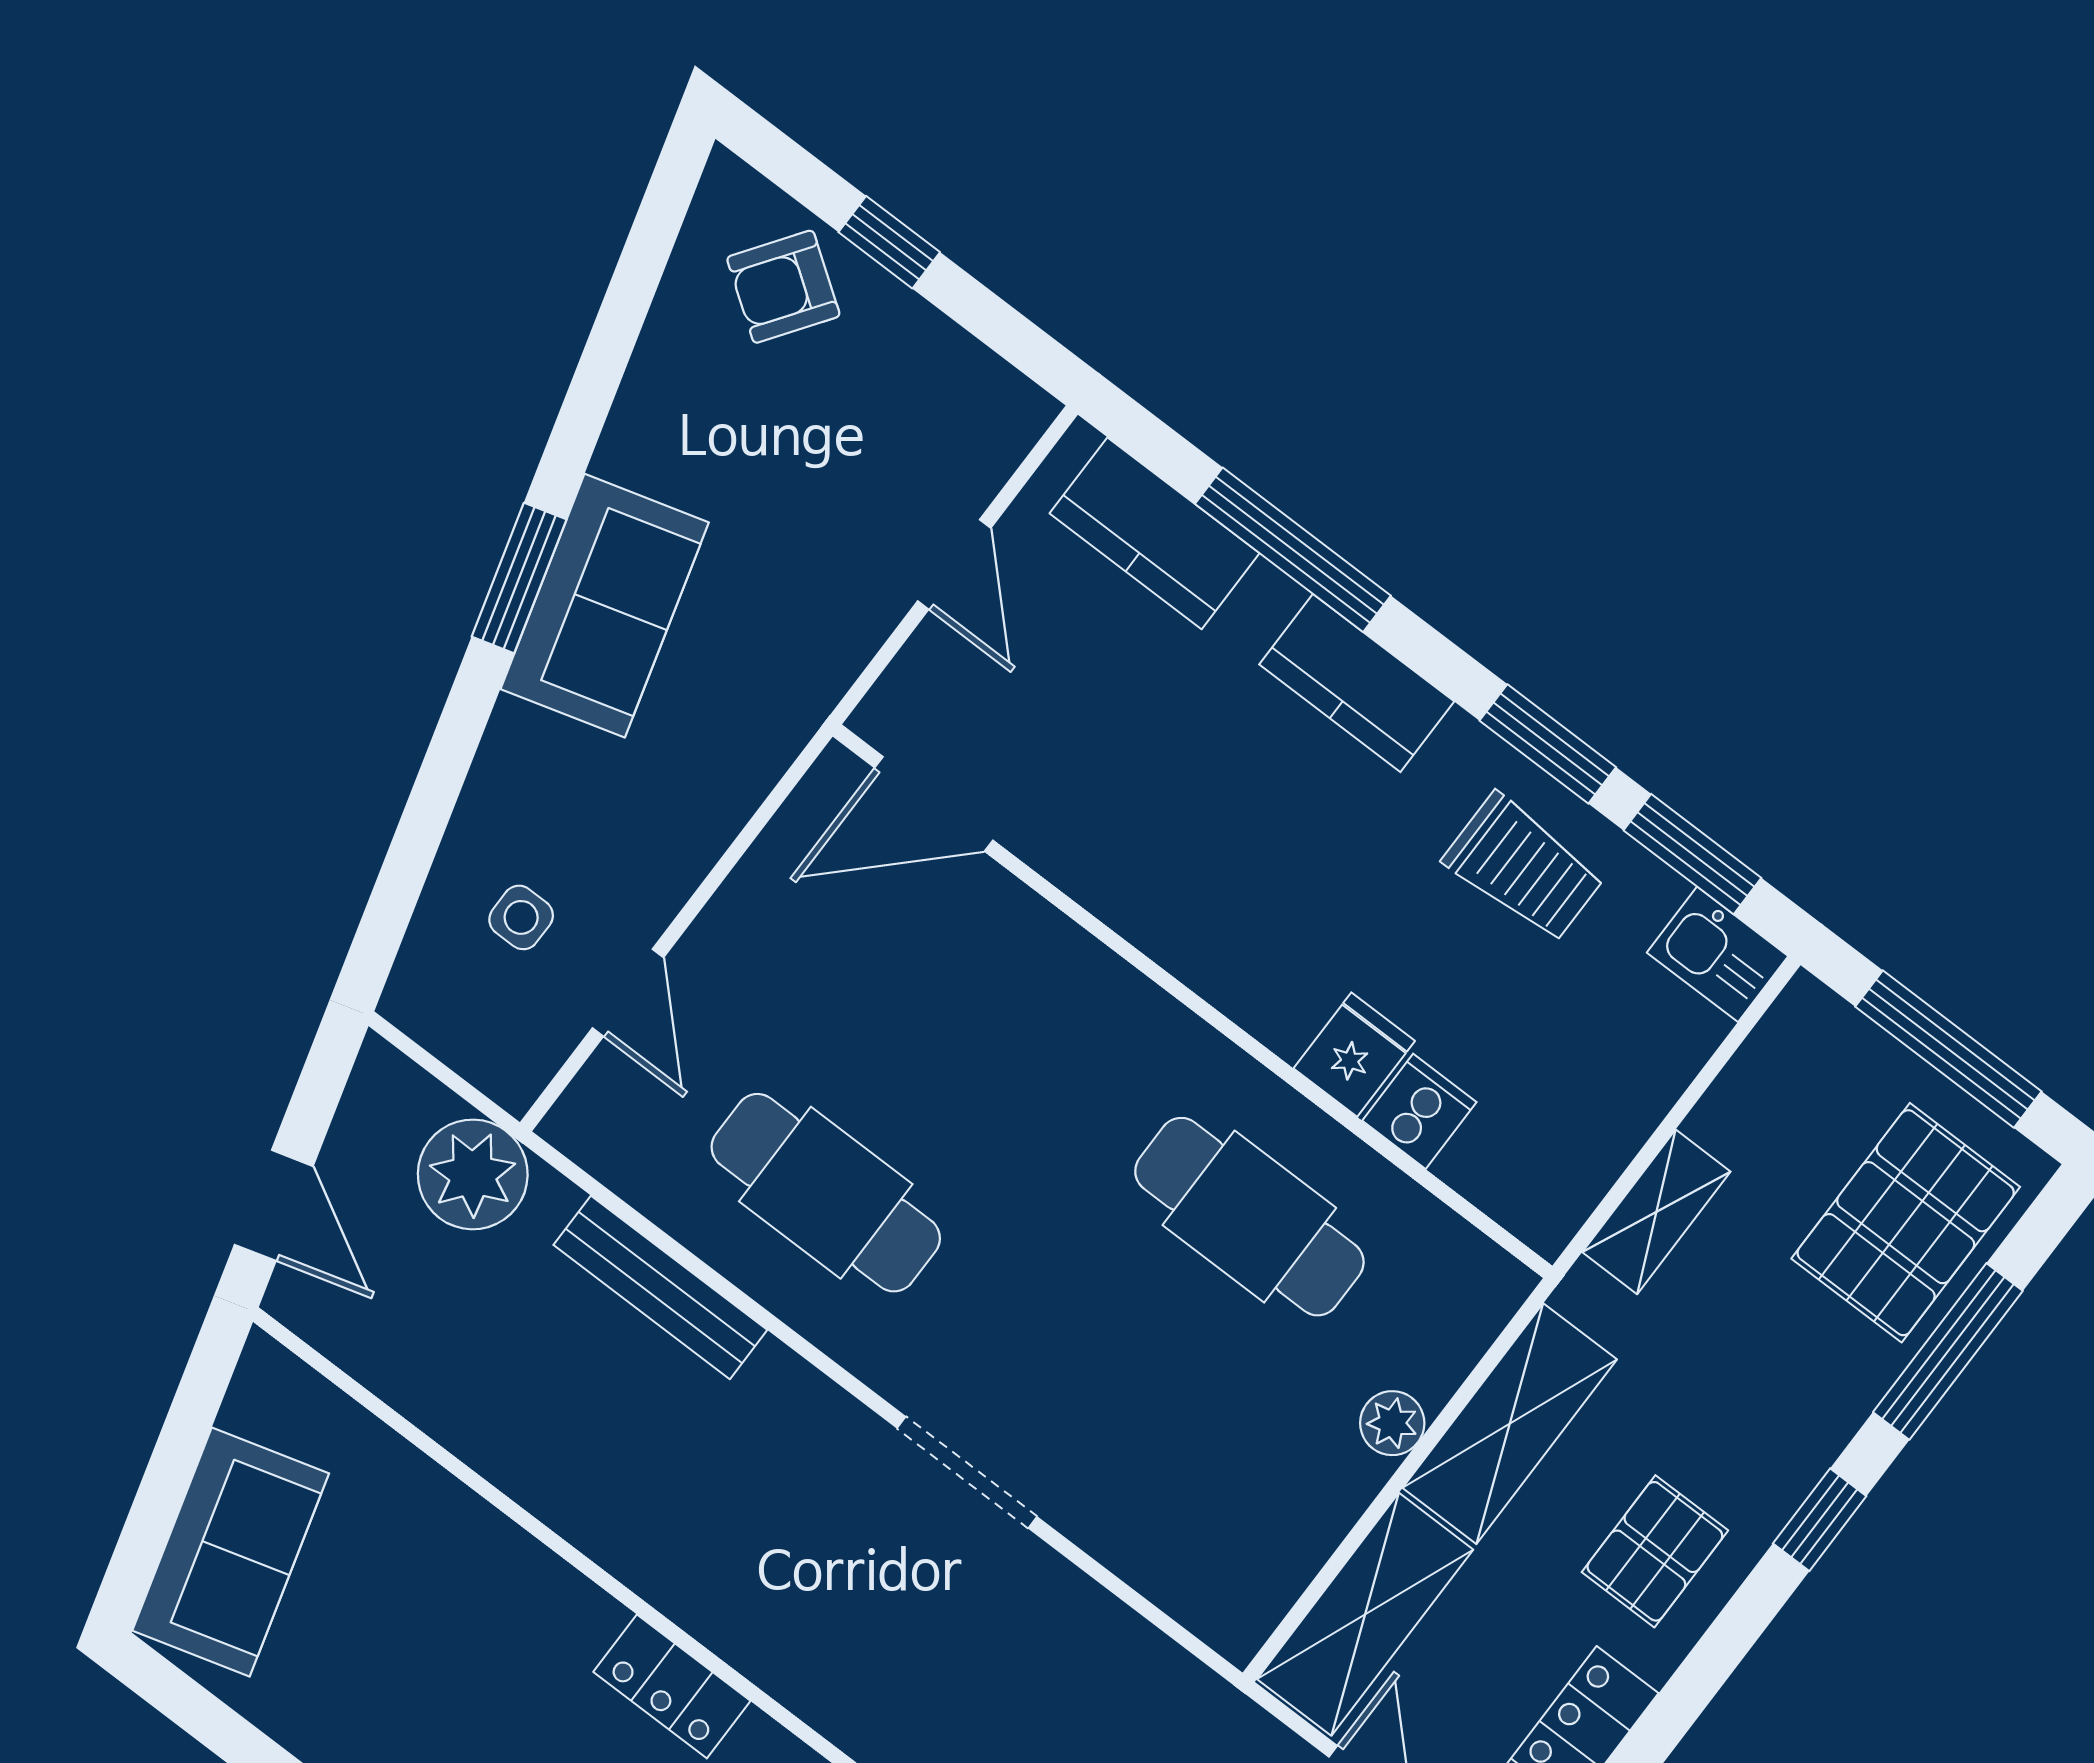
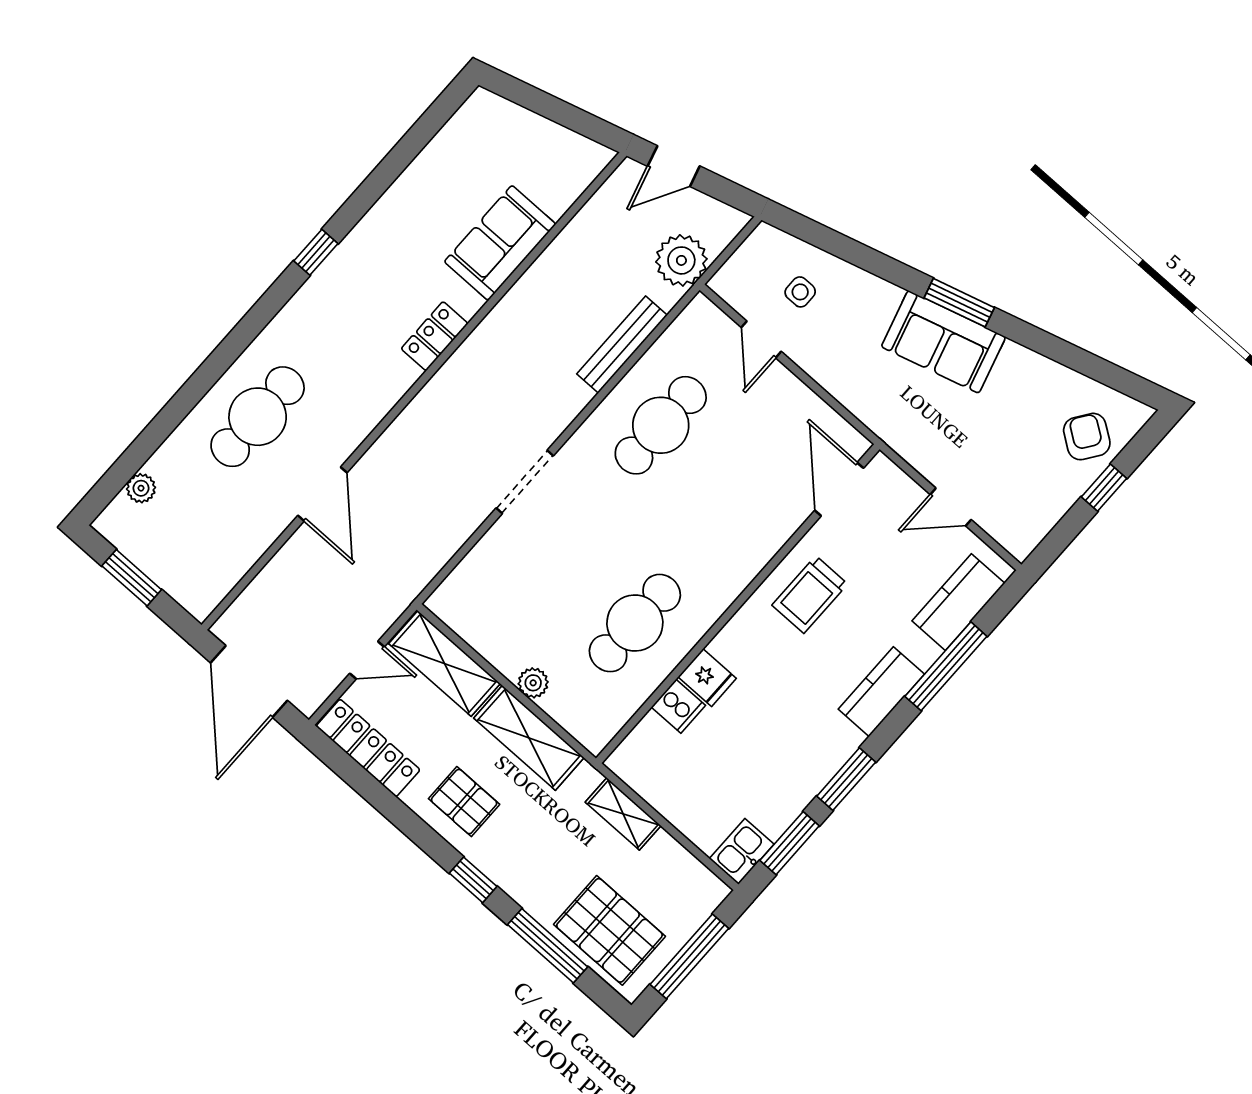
trolley: (1524, 868) -> (810, 595), moved
door: (628, 993) -> (761, 339), hinge flipped
sofa: (231, 1552) -> (500, 243), moved, turned 106

